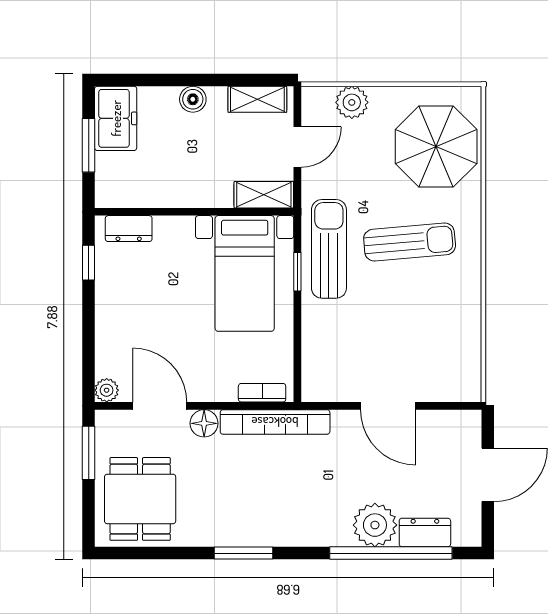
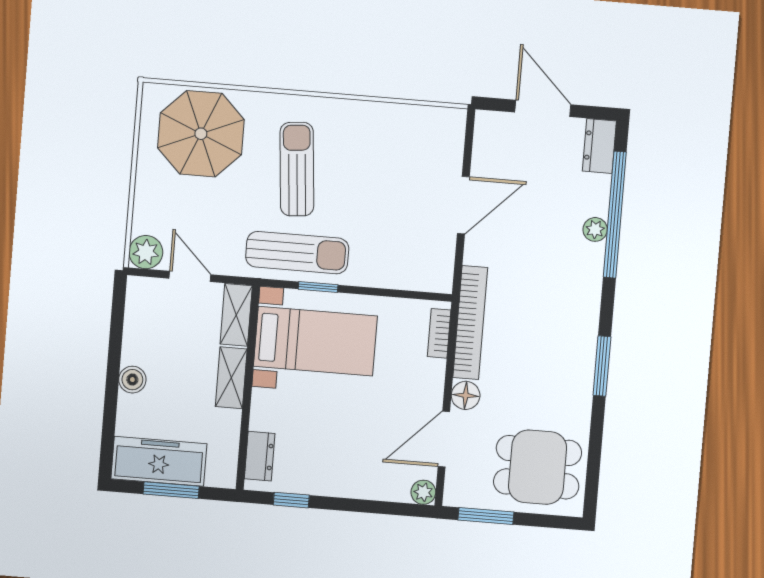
shelving: (257, 99) -> (231, 378), moved
plant: (352, 102) -> (146, 252), moved
freezer: (116, 118) -> (159, 461), width x1.40
sun lounger: (329, 249) -> (297, 253), turned 180
plant: (375, 525) -> (595, 229), width x0.53, depth x0.53
dresser: (425, 532) -> (599, 146), moved

